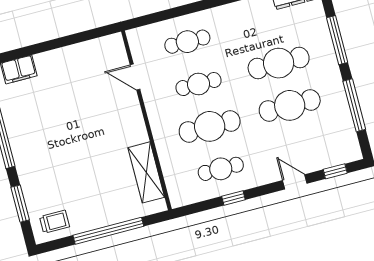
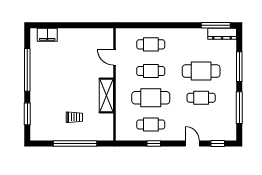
cafe table: (290, 105) -> (201, 98), width x0.73, depth x0.74
shelving: (146, 172) -> (106, 95), moved
trolley: (54, 222) -> (74, 117), moved

